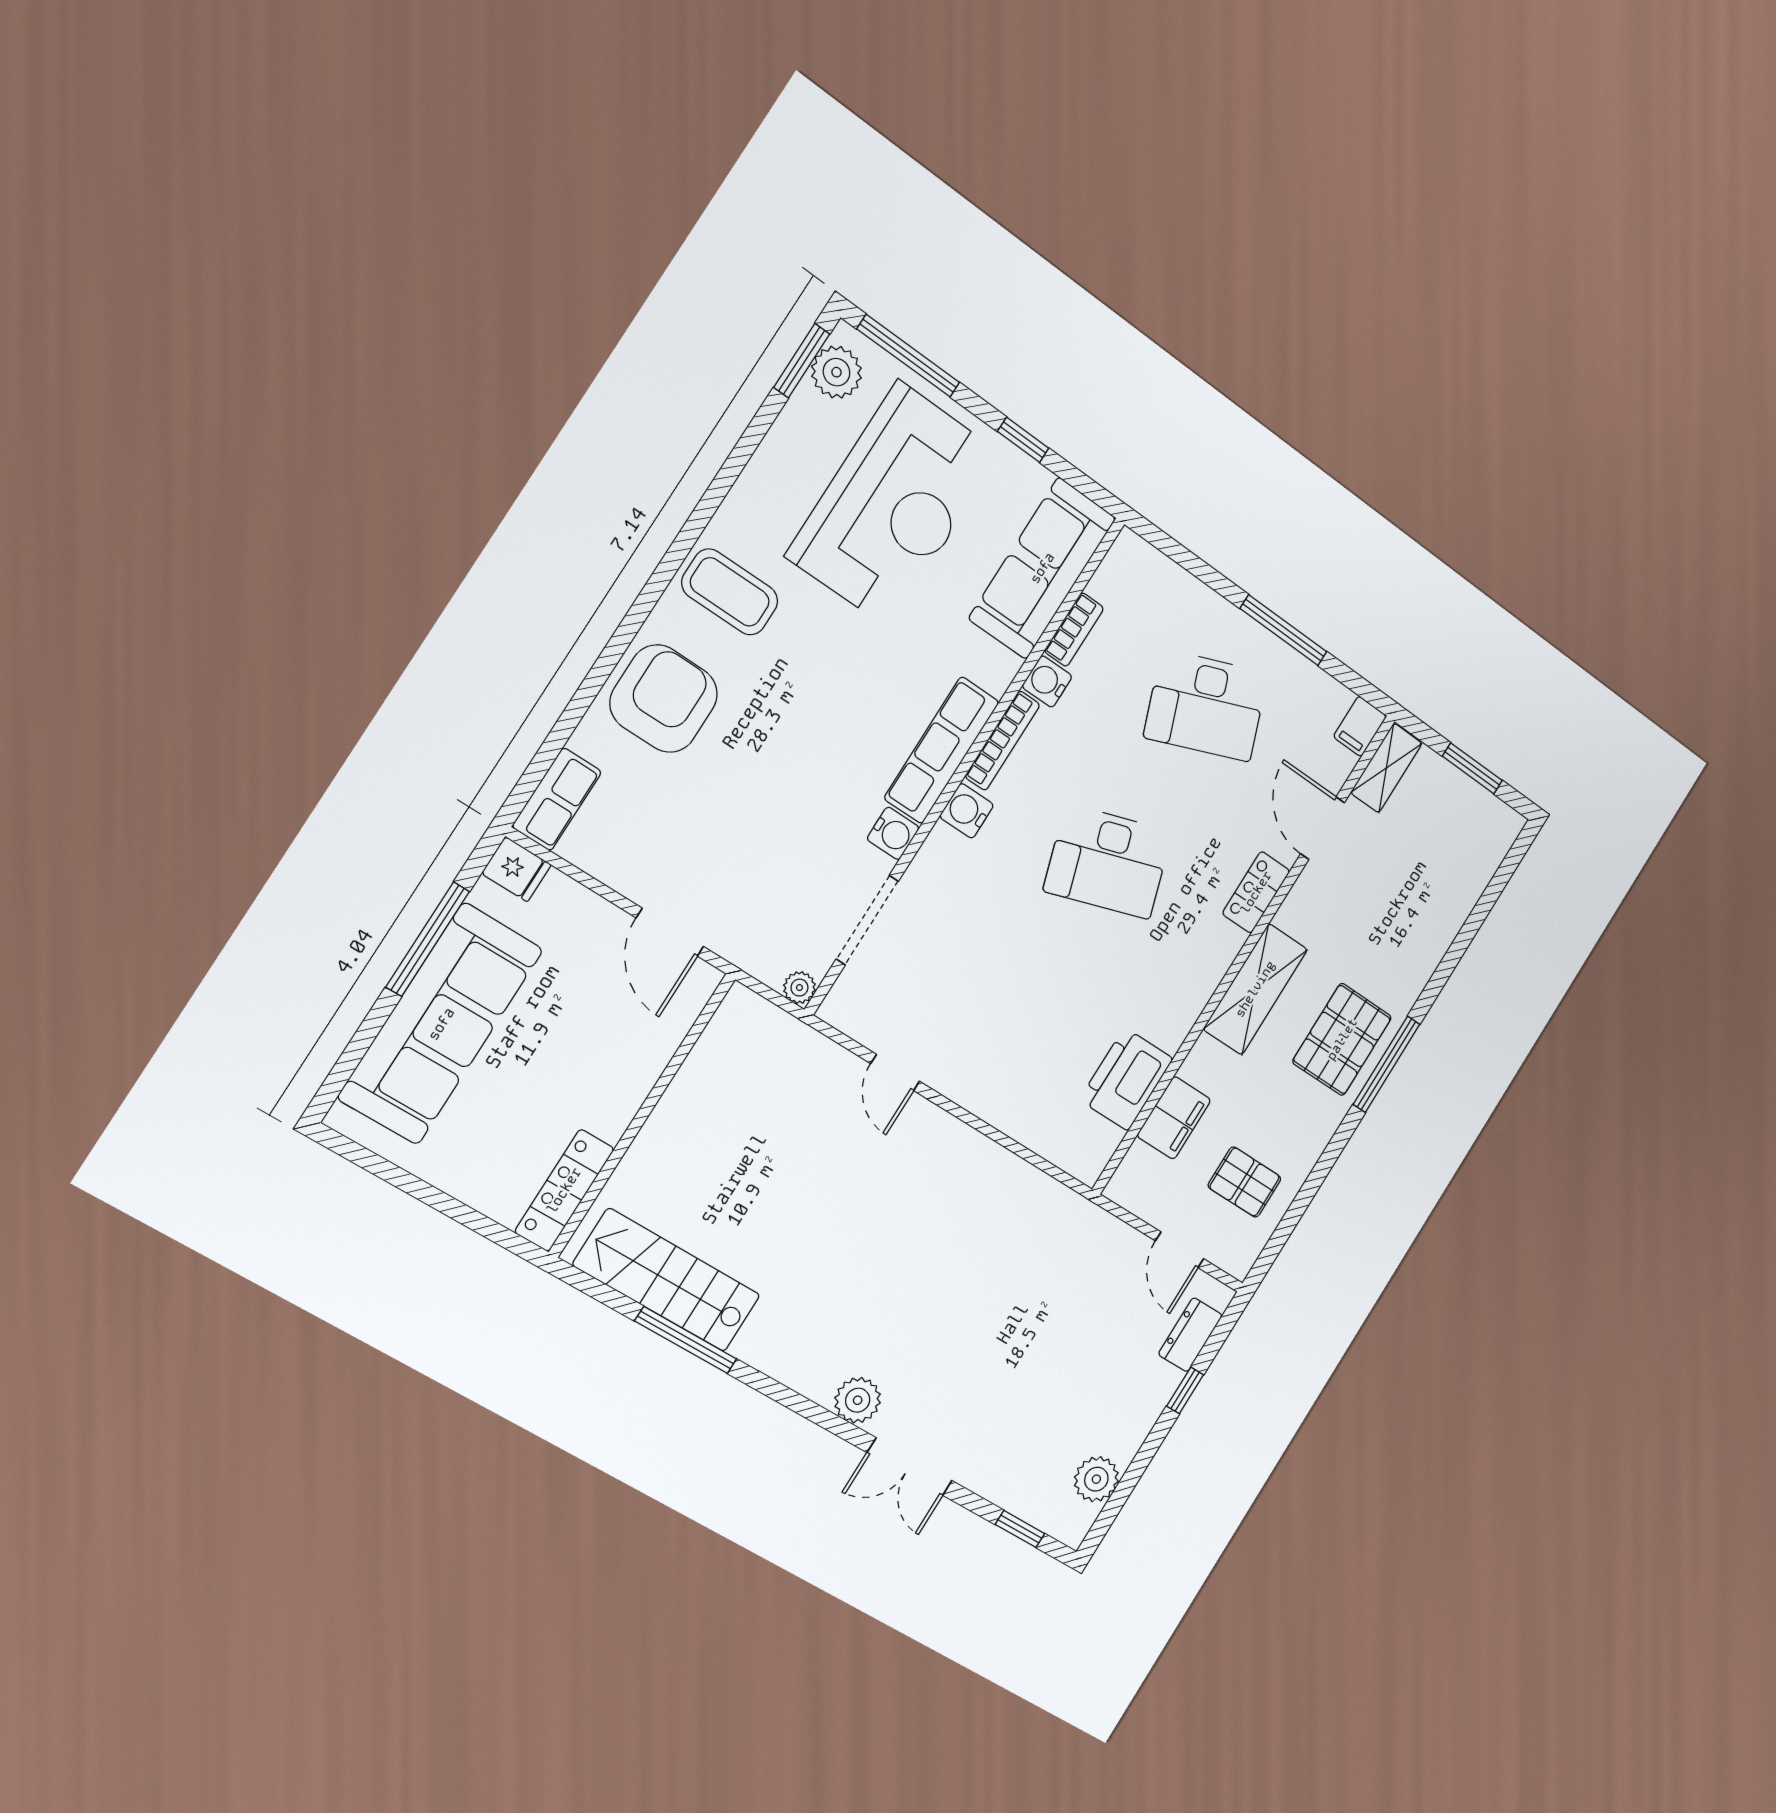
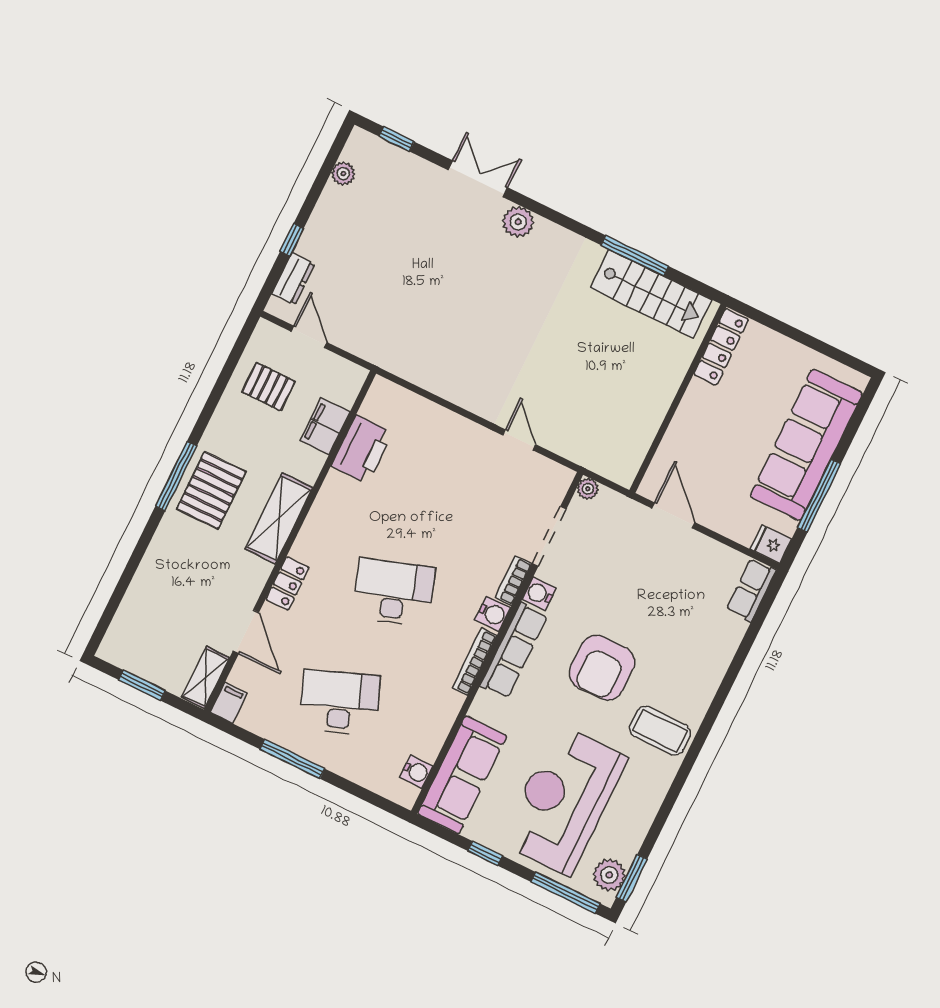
bookcase: (1074, 630) -> (514, 581), moved
water cooler: (1047, 682) -> (416, 772), moved
armchair: (664, 699) -> (602, 668), moved
plant: (1096, 1479) -> (343, 174), width x0.73, depth x0.73

